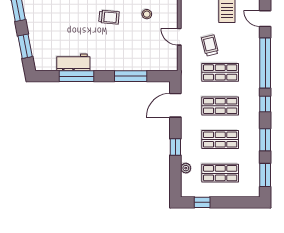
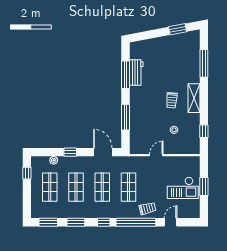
trolley: (210, 45) -> (147, 208), moved
window: (25, 46) -> (149, 35), removed

